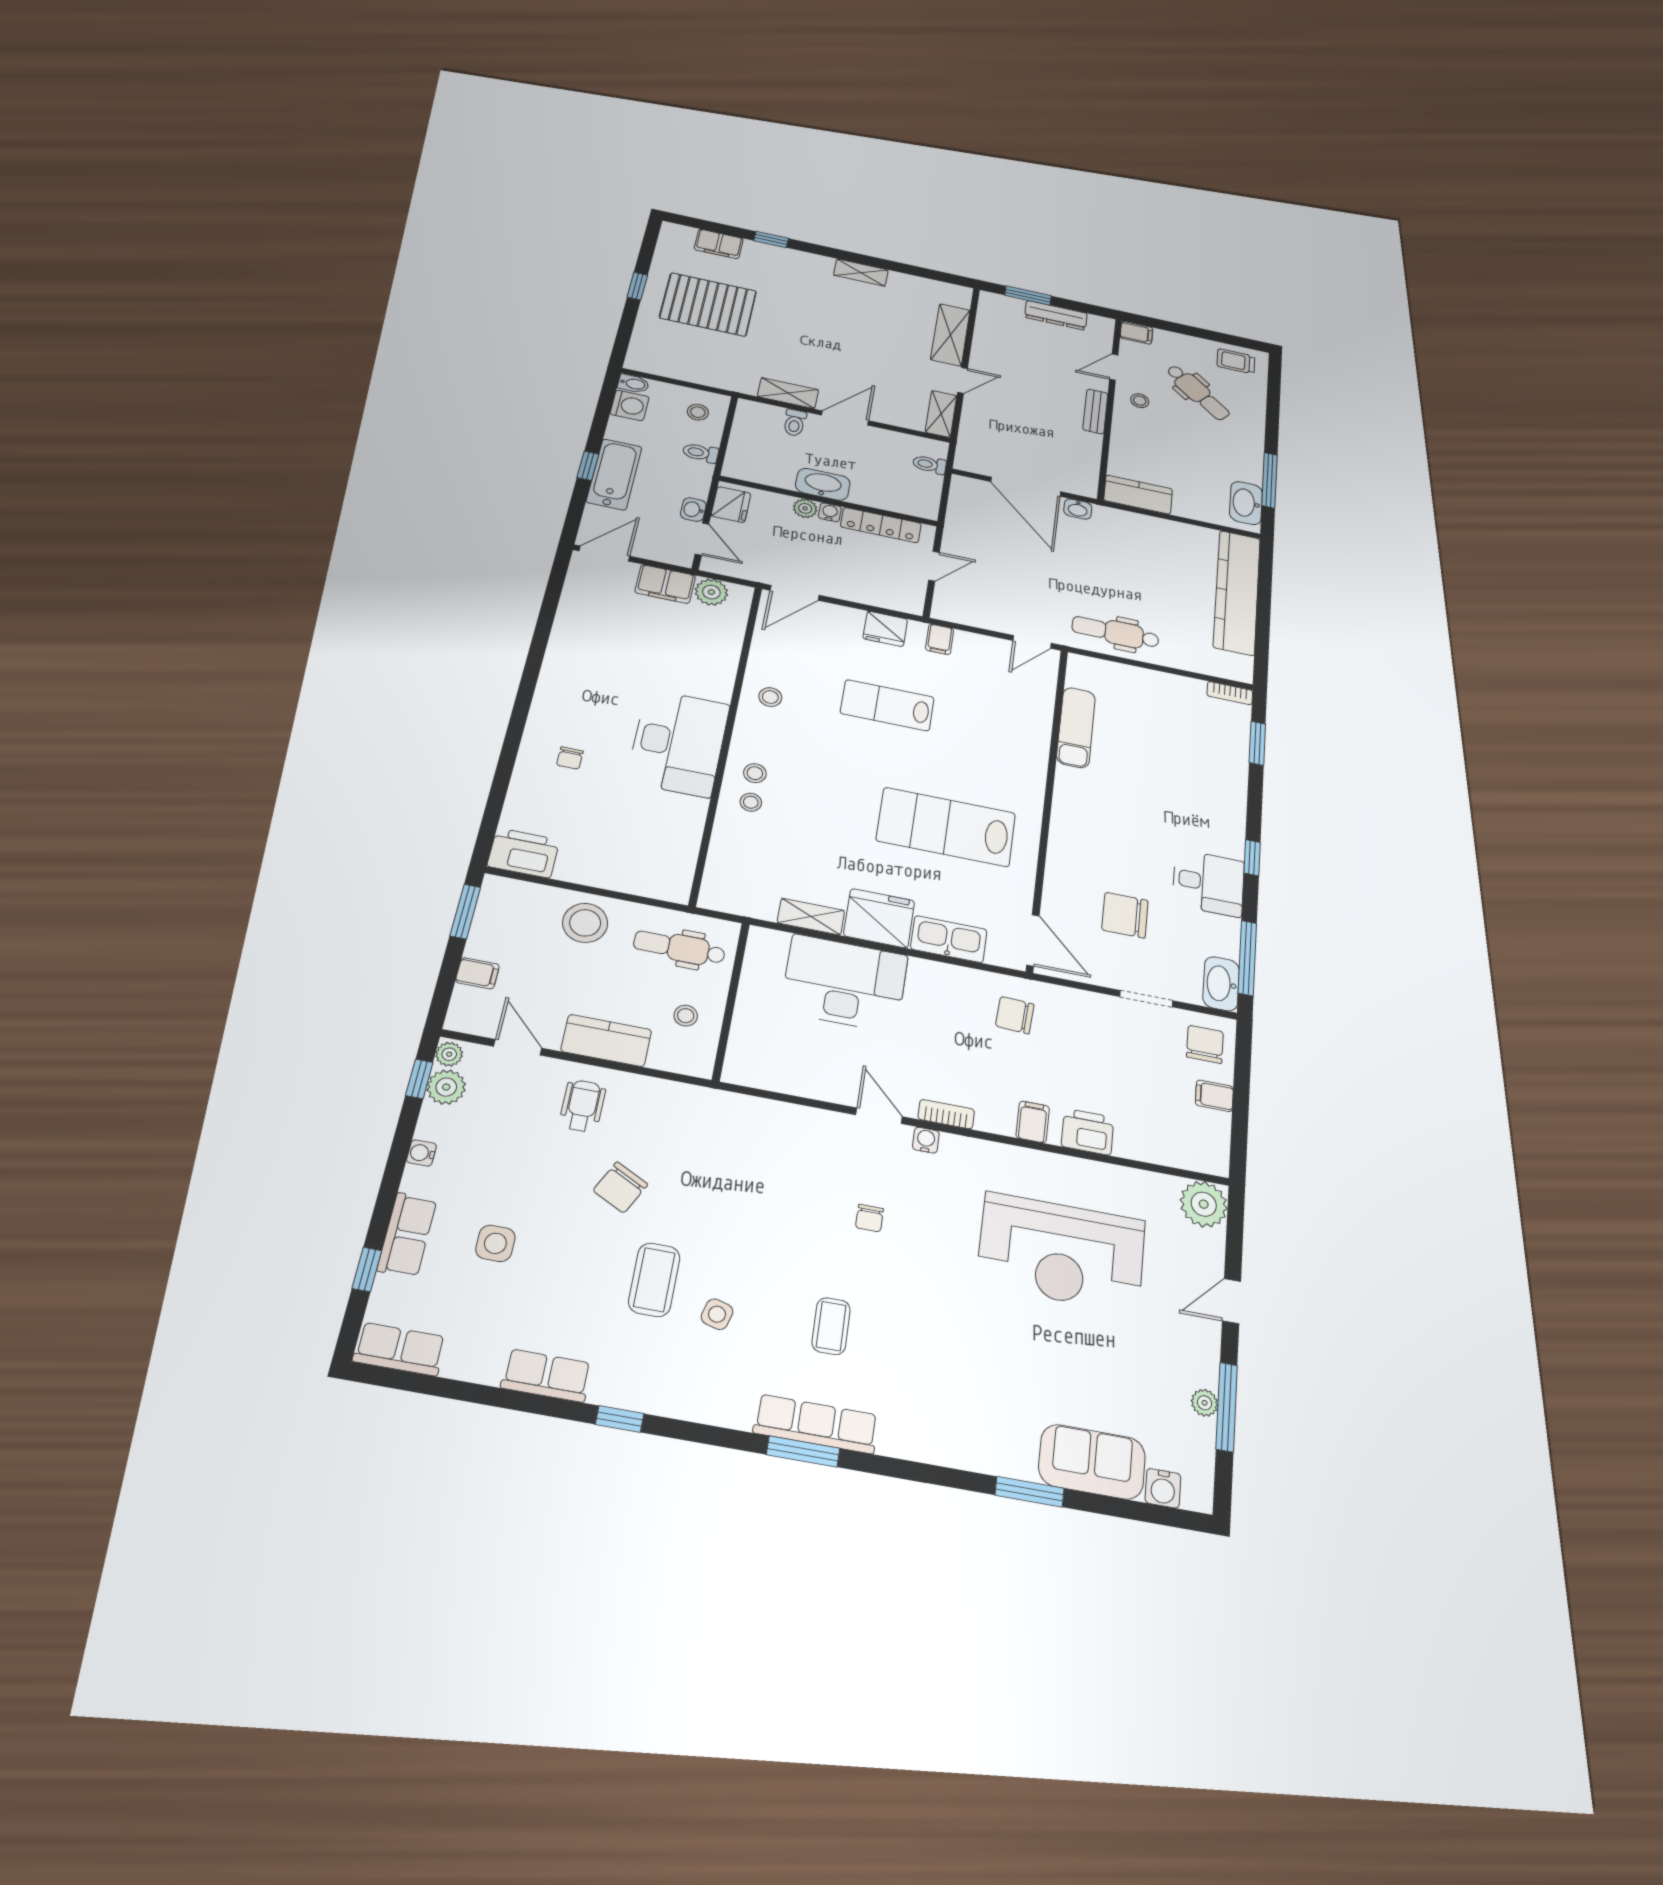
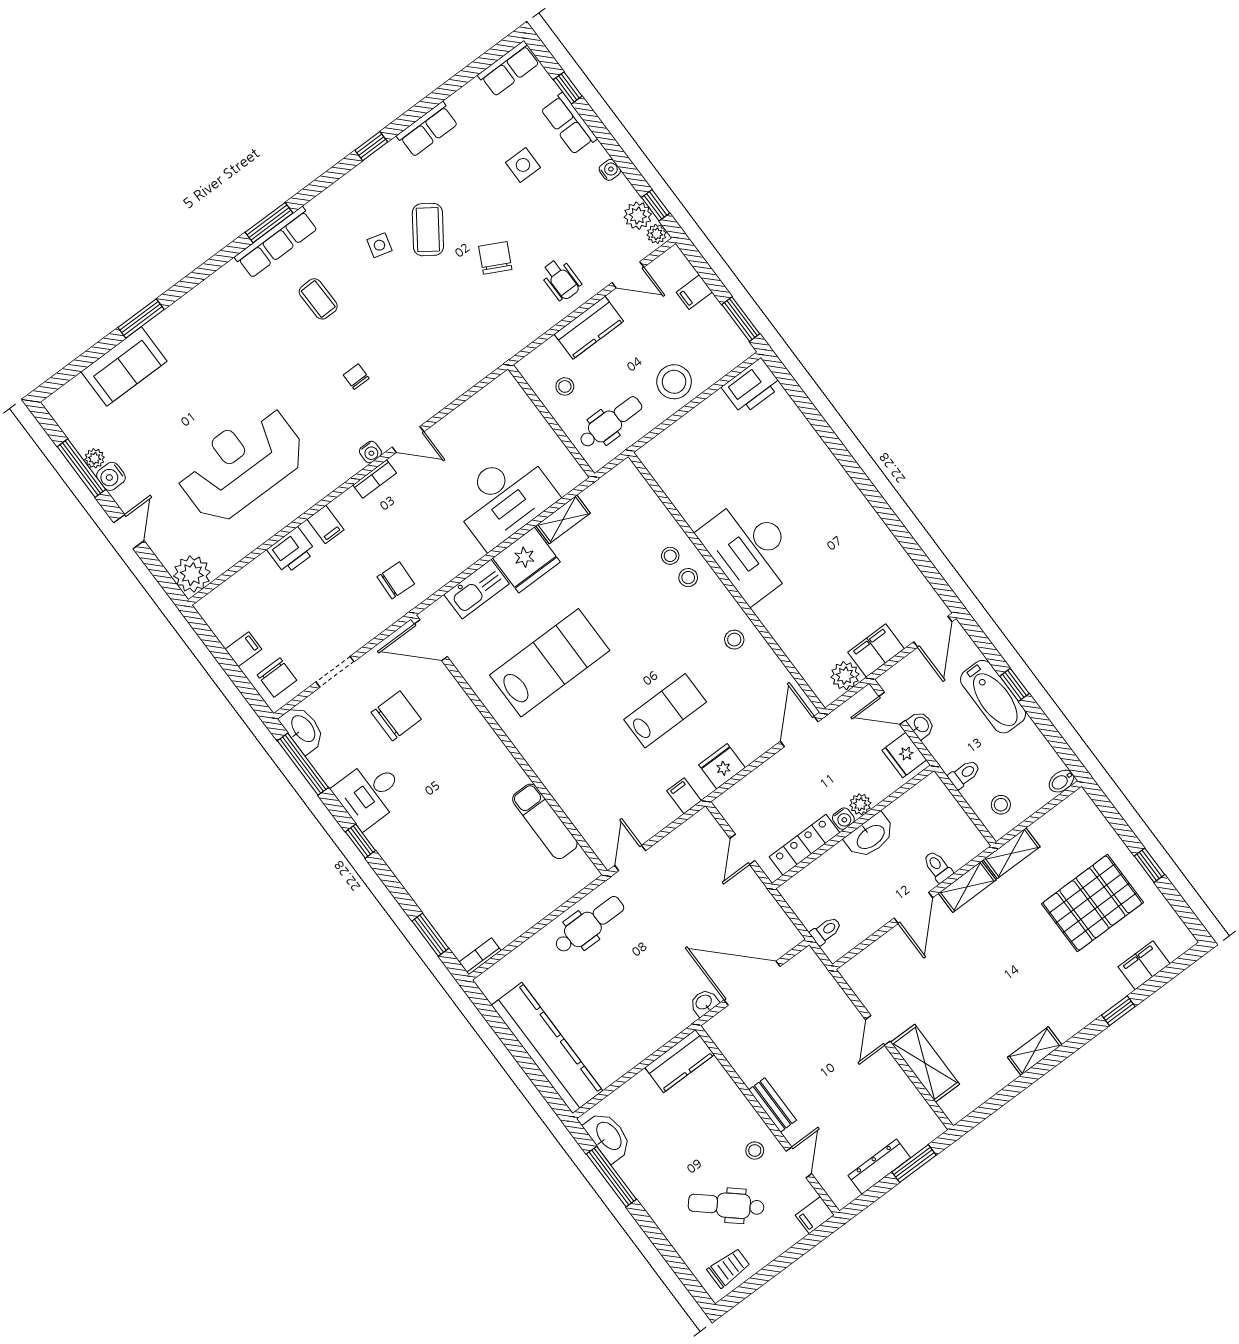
washing machine: (630, 405) -> (1044, 761), removed
shelving: (941, 414) -> (1012, 853), moved, turned 90
chair: (570, 758) -> (795, 472), removed
coffee table: (654, 1280) -> (428, 230), turned 35
water cooler: (1163, 1488) -> (111, 476), moved, turned -90

